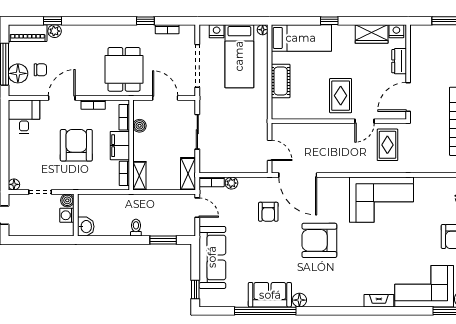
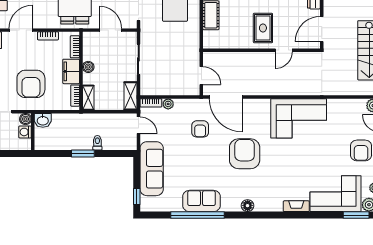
boiler: (140, 126) -> (88, 67), moved
armchair: (76, 145) -> (31, 84), moved, turned 180
rug: (387, 145) -> (304, 71), removed
washbasin: (86, 227) -> (43, 120), moved, turned 90
toilet: (136, 228) -> (97, 143), moved
window: (163, 240) -> (83, 154), moved
armchair: (319, 240) -> (245, 154), turned 90
floor lamp: (299, 300) -> (248, 206), moved

